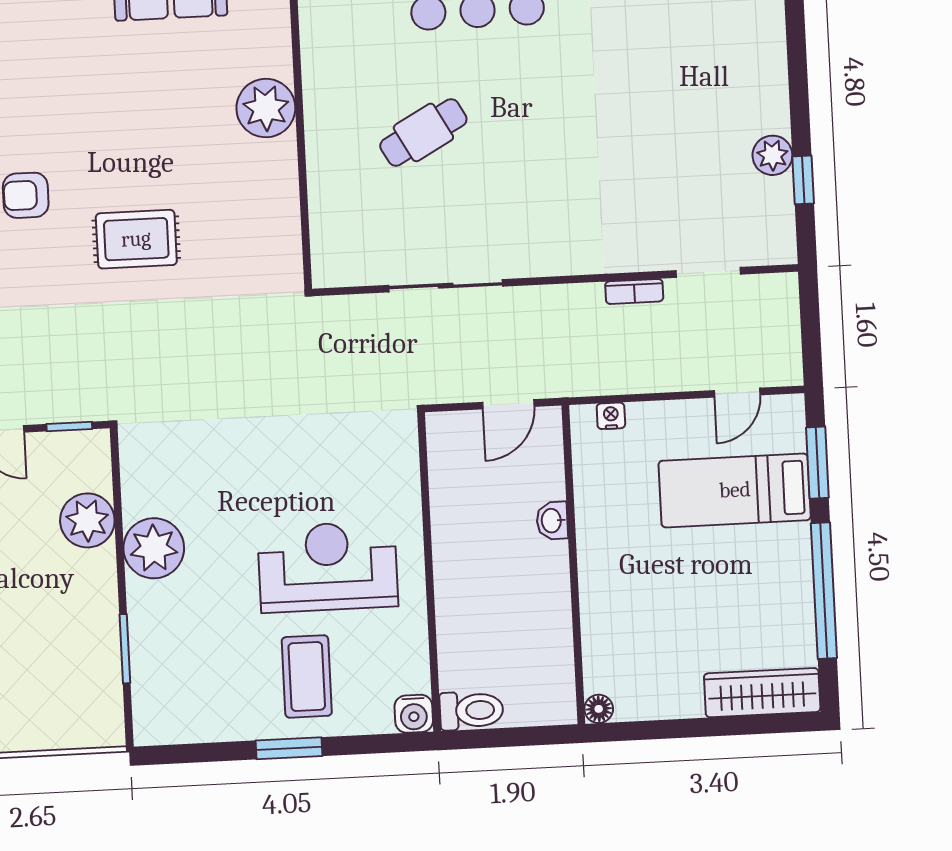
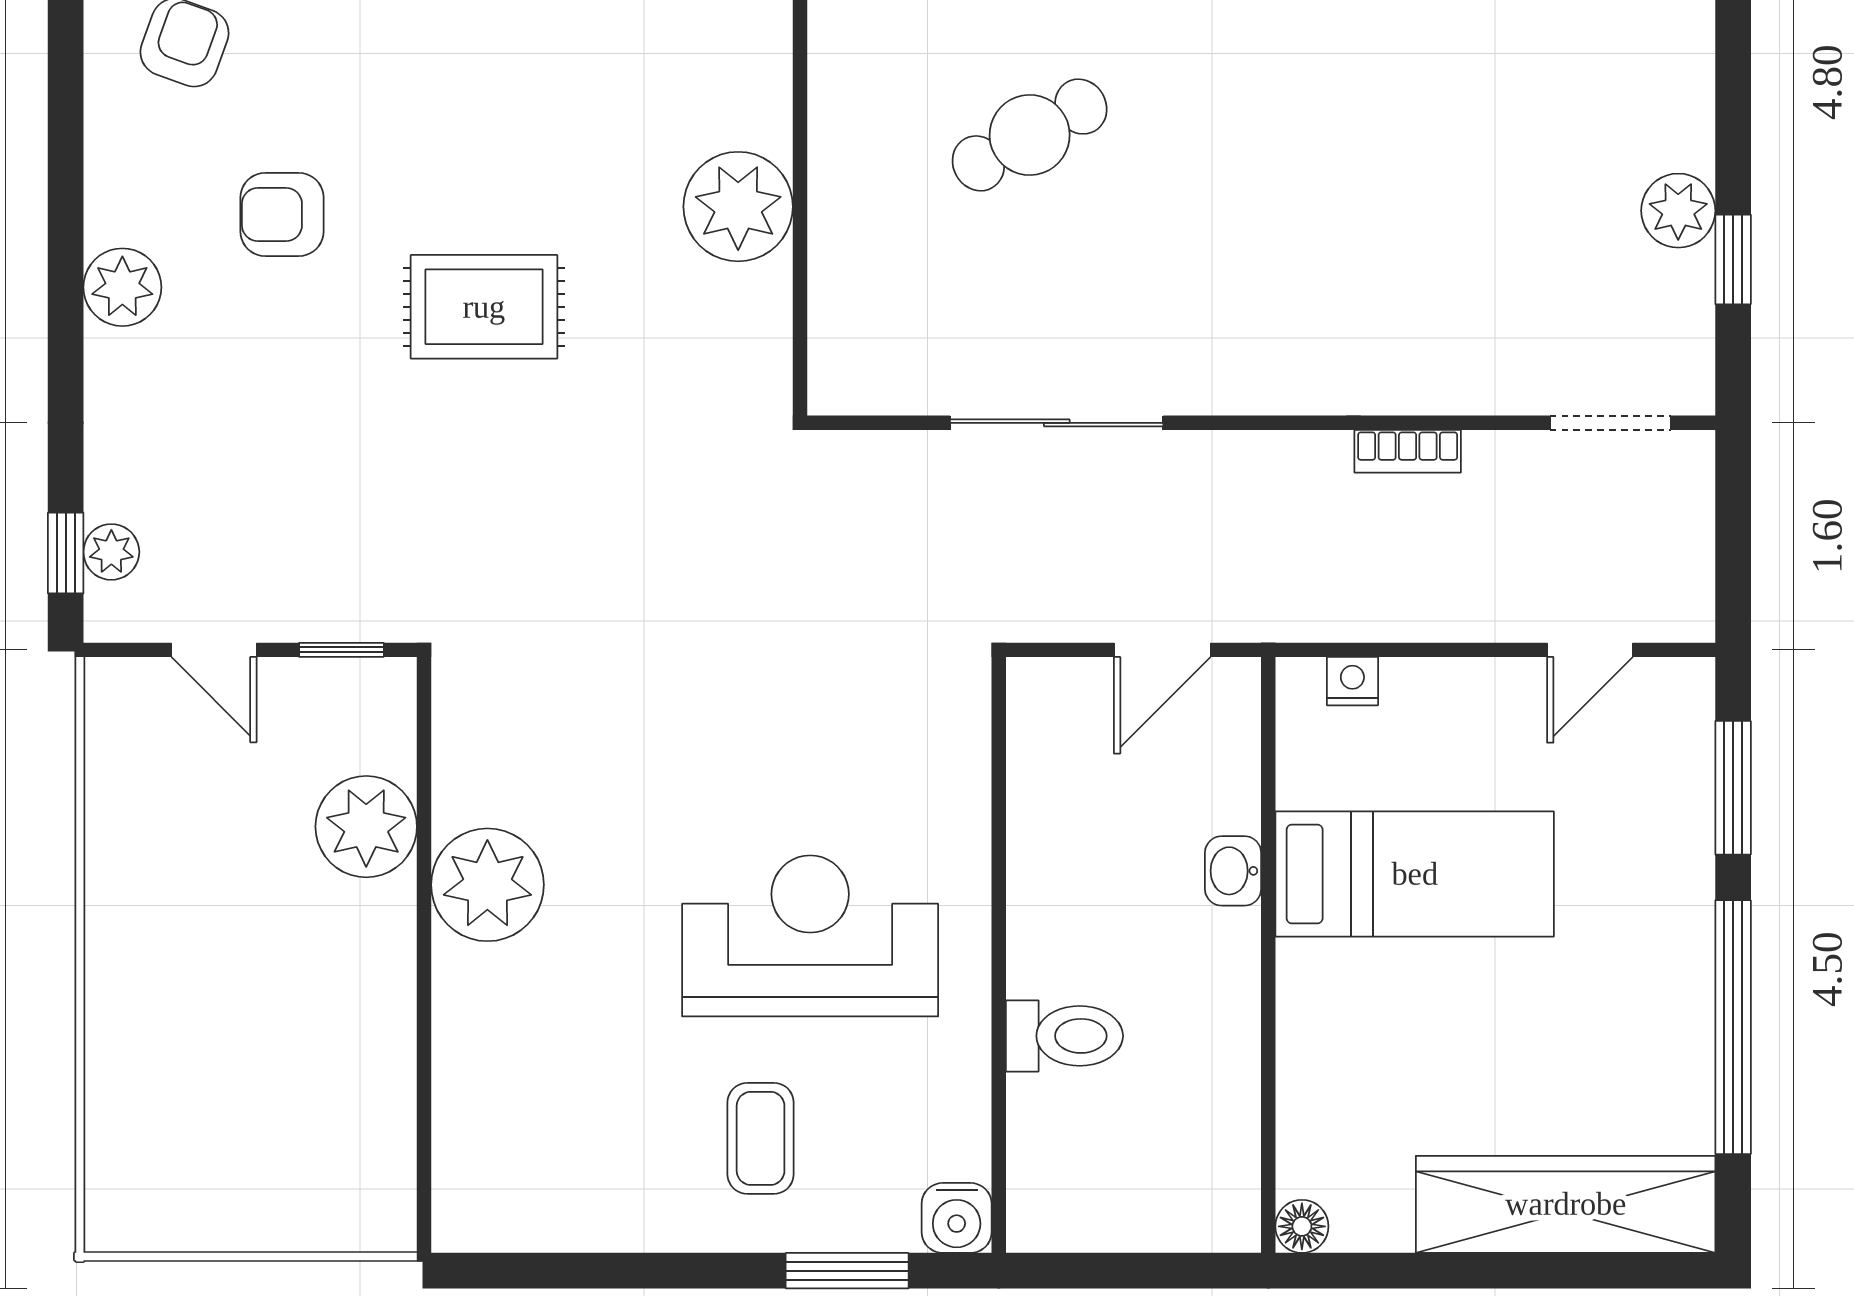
plant: (266, 108) -> (738, 207), moved
doorway: (708, 272) -> (1610, 423), moved
bed: (735, 490) -> (1415, 874), moved, turned 180
window: (125, 649) -> (424, 1069), removed
coffee table: (307, 676) -> (761, 1138), width x0.73, depth x0.77
wardrobe: (762, 693) -> (1566, 1204), width x1.40, depth x1.17
toilet: (471, 710) -> (1064, 1036), moved
window: (289, 748) -> (847, 1271), moved

